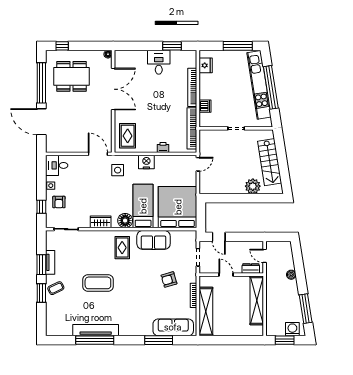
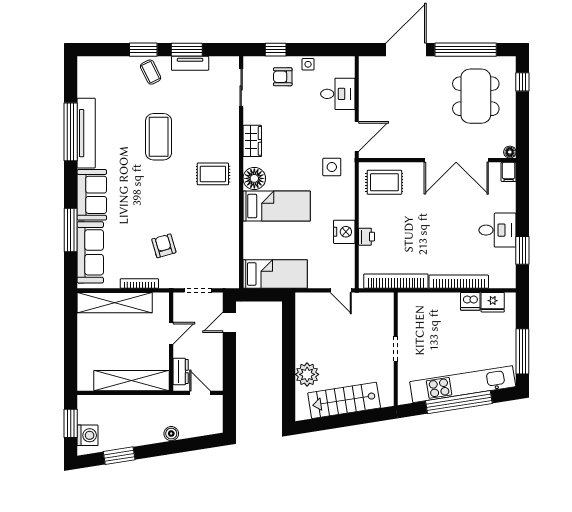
filing cabinet: (121, 55) -> (509, 172), added
dishwasher: (205, 106) -> (470, 301), moved
nightstand: (146, 162) -> (344, 232), moved
desk: (57, 165) -> (338, 94), moved, turned 90
bed: (178, 207) -> (275, 274), width x0.49
sofa: (154, 240) -> (92, 195), moved, turned 180
door: (265, 256) -> (200, 393), hinge flipped
window: (306, 309) -> (119, 456), width x0.69

